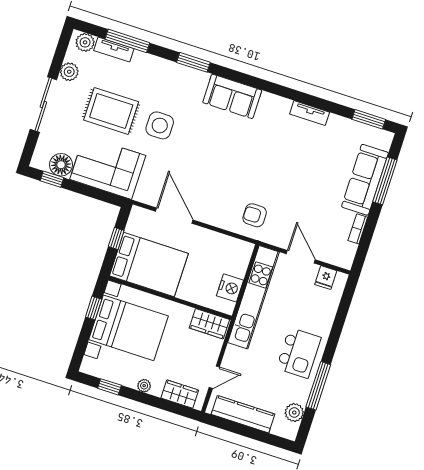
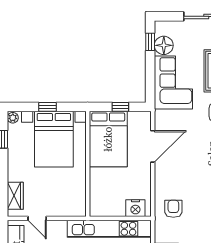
nightstand: (230, 288) -> (135, 208), moved
window: (94, 308) -> (47, 107), moved
wardrobe: (209, 324) -> (78, 201), removed
plant: (144, 386) -> (13, 118), moved

